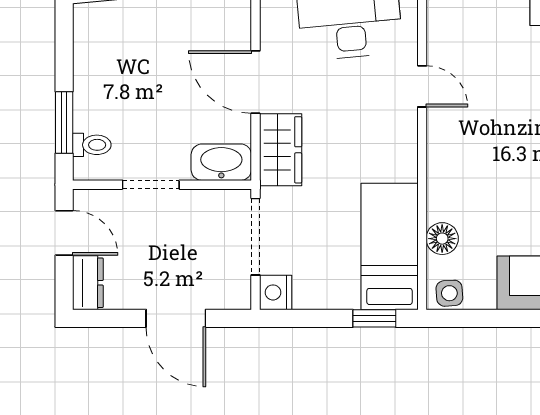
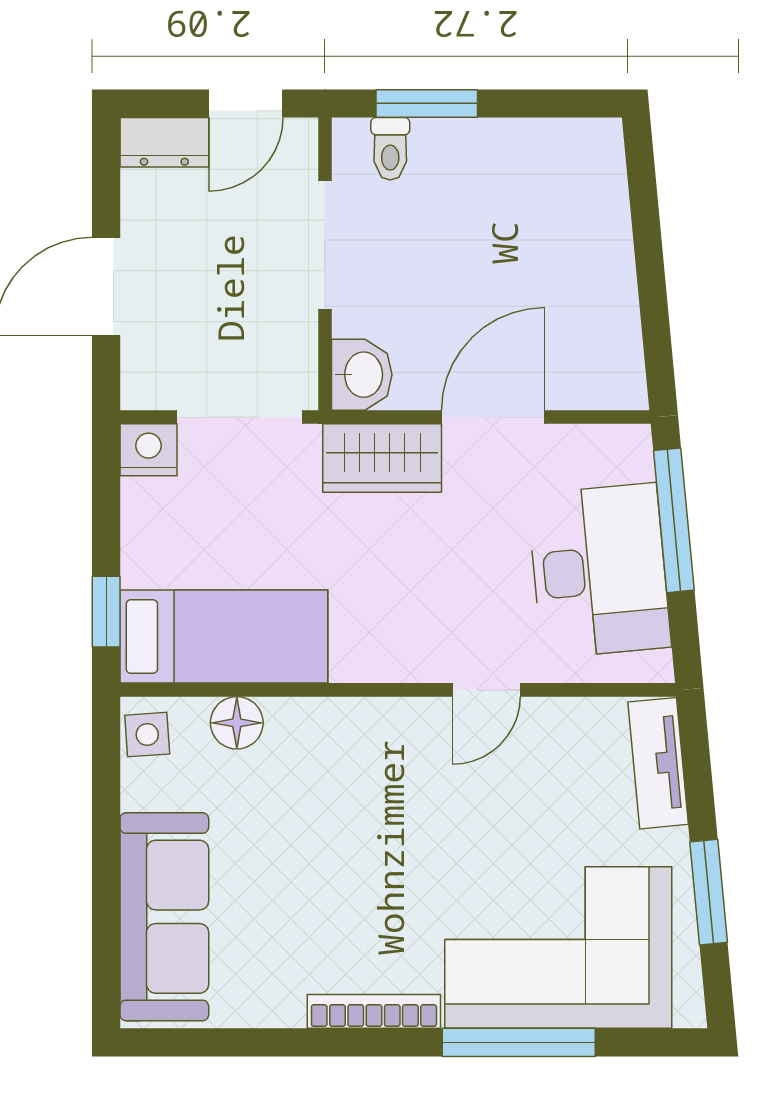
washbasin: (221, 162) -> (362, 375), width x0.72
doorway: (151, 185) -> (325, 245), width x1.38

